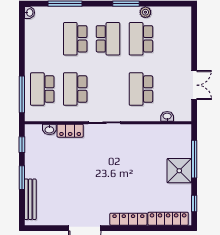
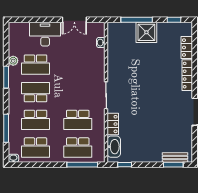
desk: (177, 50) -> (45, 34), added
double door: (194, 85) -> (74, 20), swing flipped
school desk: (141, 89) -> (36, 147), moved
washbasin: (49, 129) -> (114, 147), width x1.91, depth x1.45
window: (22, 178) -> (173, 165), moved
bench: (30, 199) -> (175, 158), width x0.73
locker: (168, 219) -> (187, 48), width x0.66

